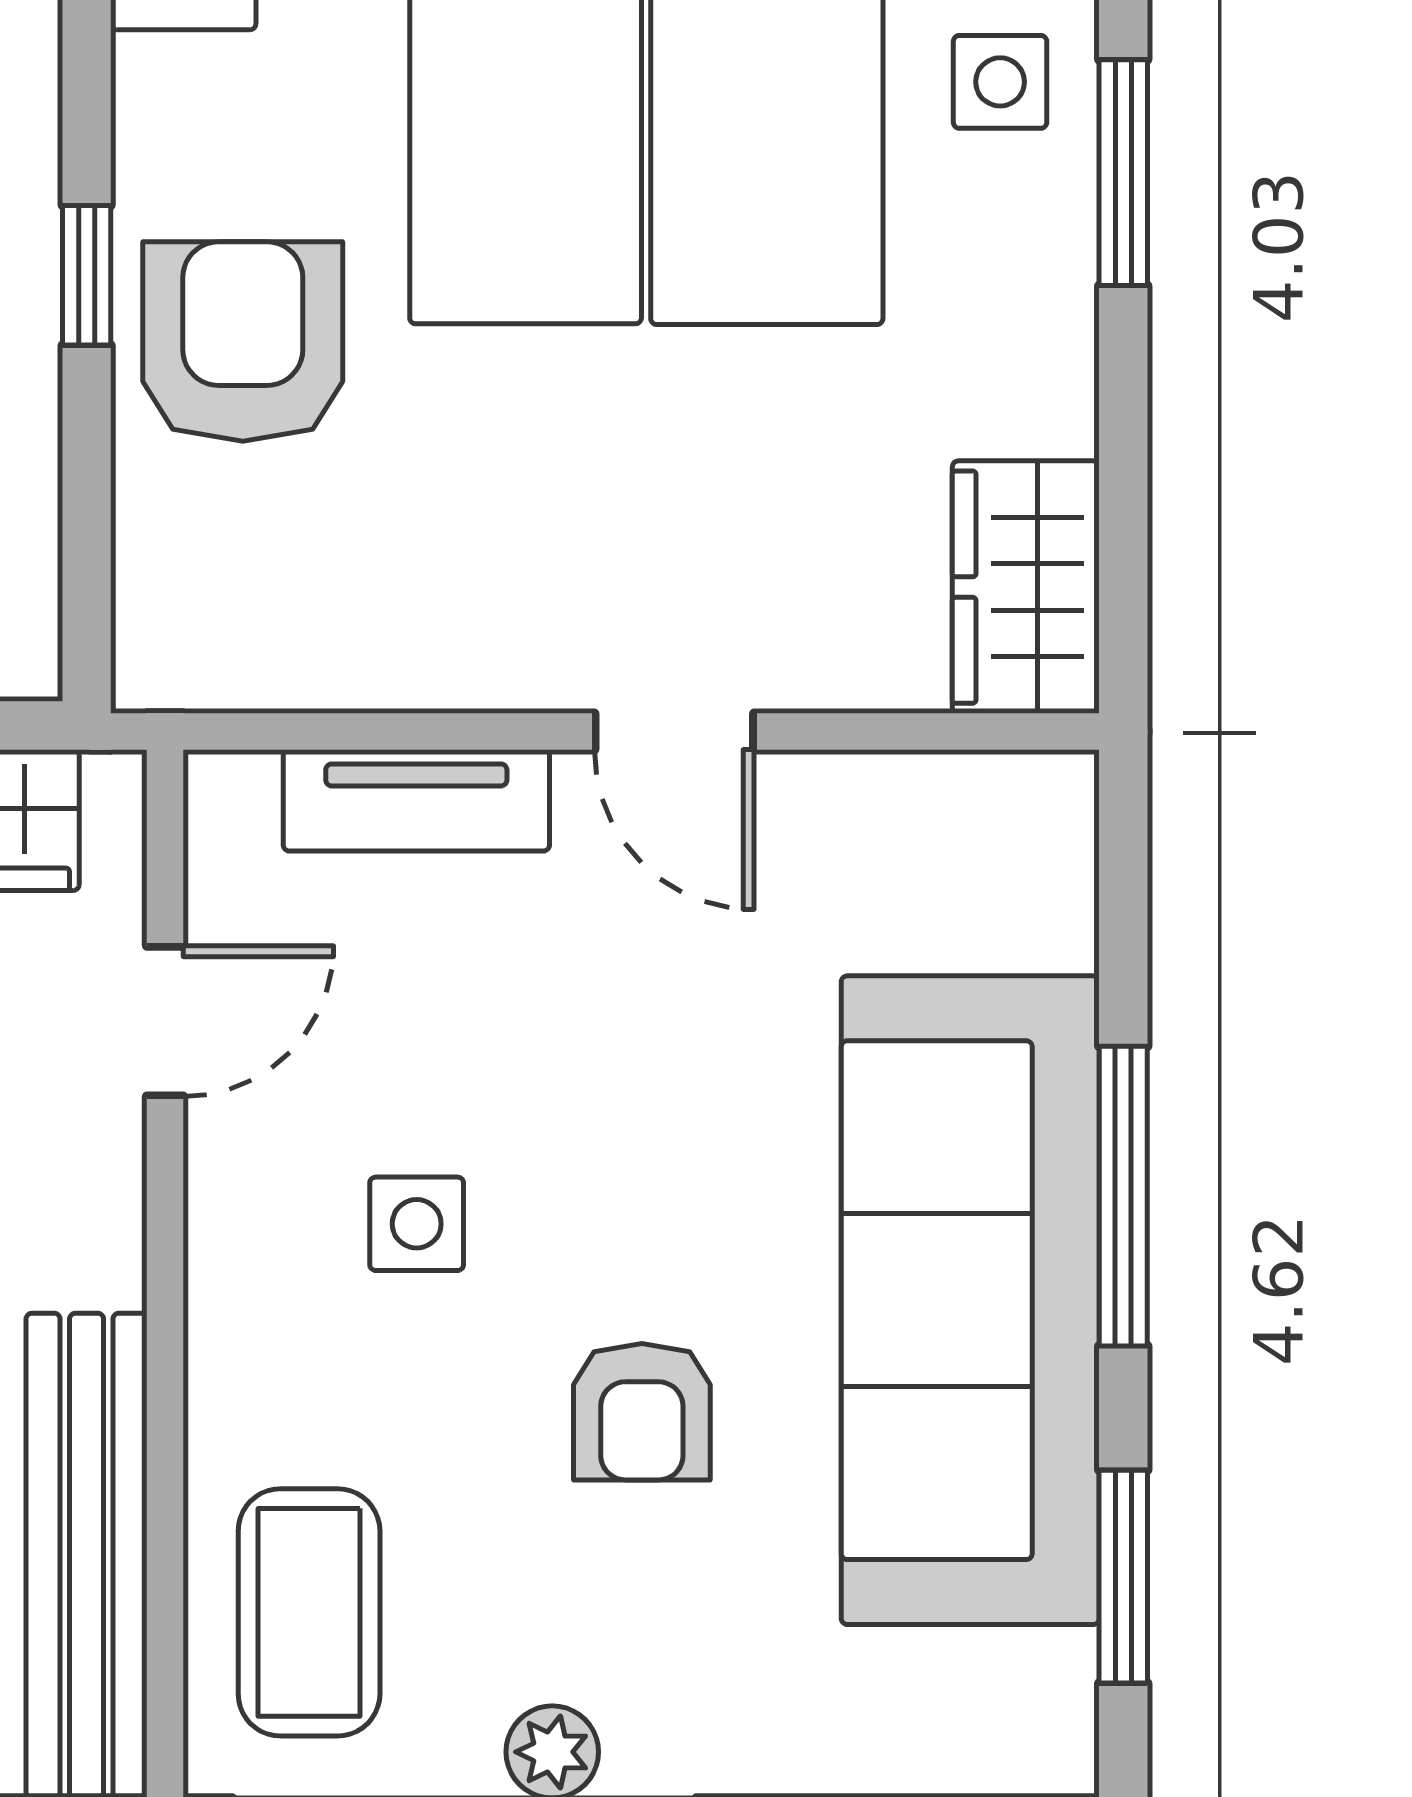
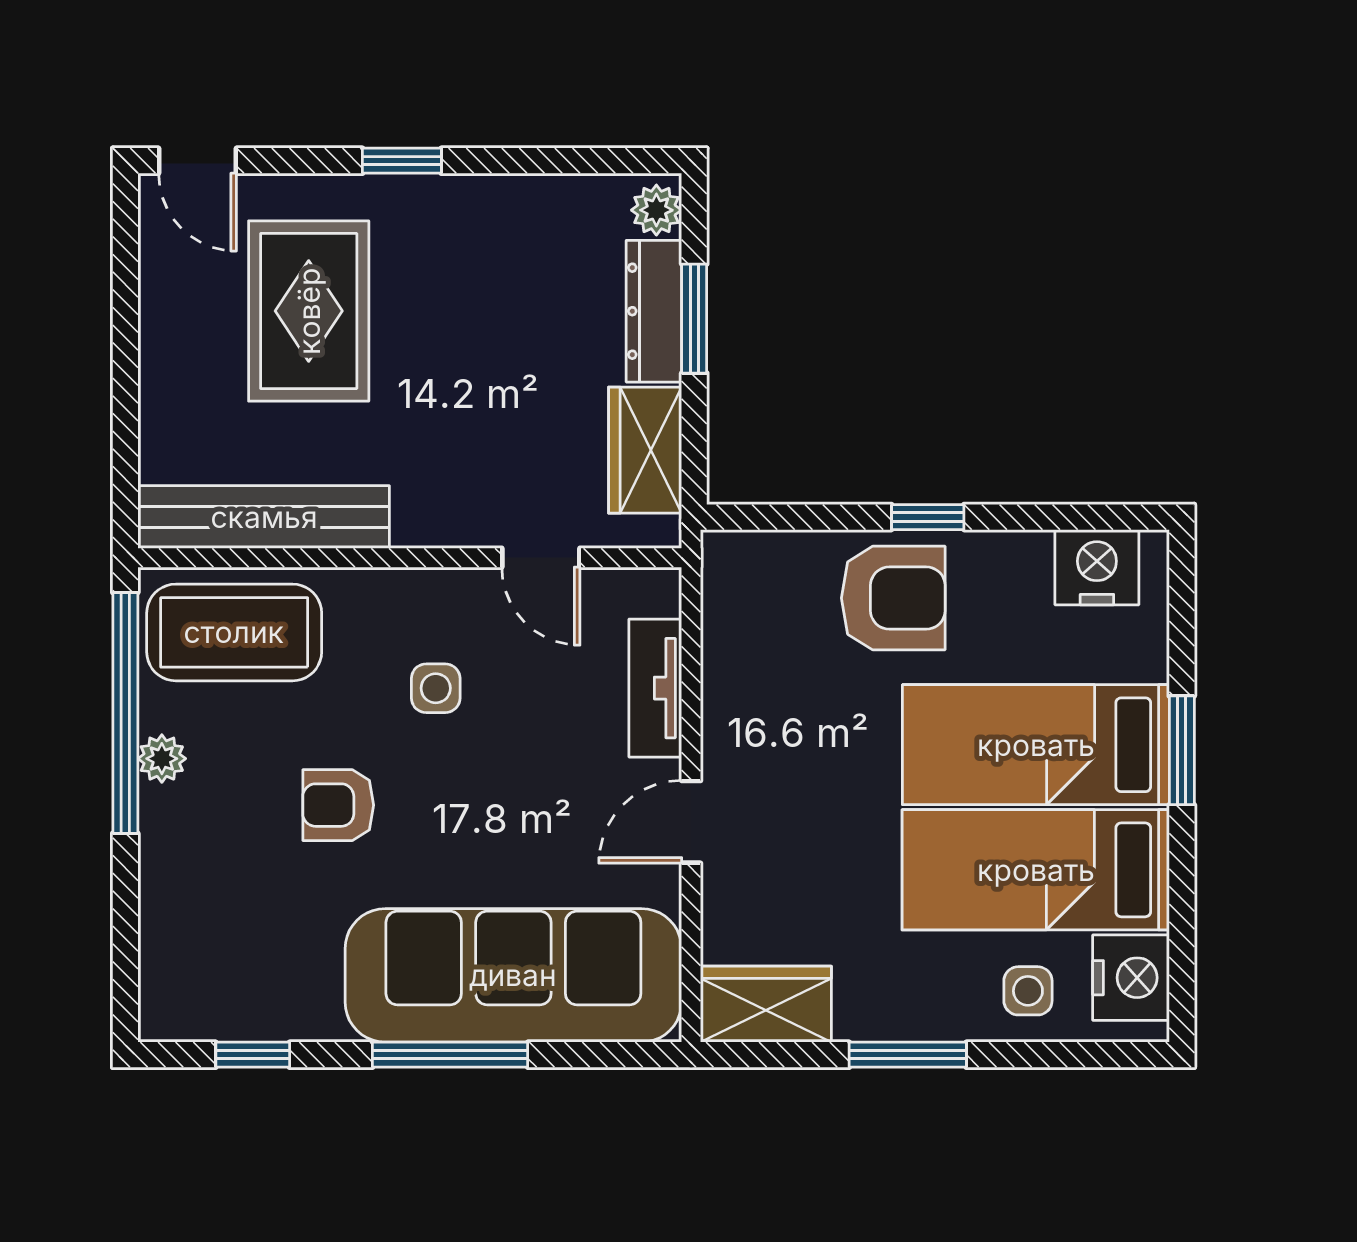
window: (1123, 173) -> (908, 1055), moved
sofa: (970, 1300) -> (513, 975), moved
window: (1123, 1577) -> (253, 1055), width x0.67
coffee table: (309, 1612) -> (234, 632), width x1.36, depth x1.32

